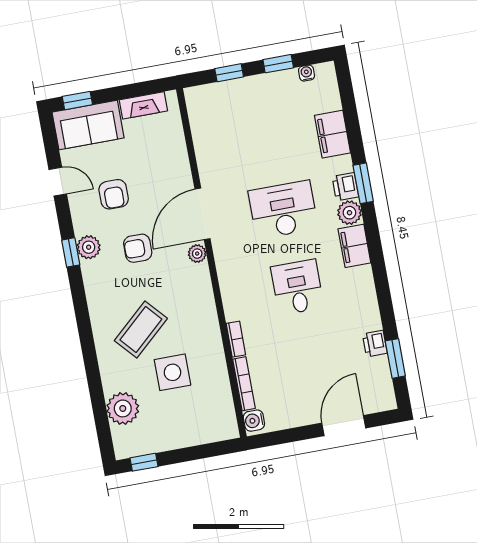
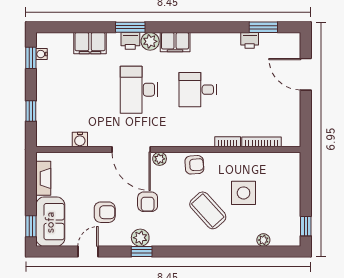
window: (278, 64) -> (31, 58), moved
armchair: (198, 301) -> (194, 165), added
plant: (123, 408) -> (263, 240), width x0.53, depth x0.53
water cooler: (254, 421) -> (80, 140), moved

